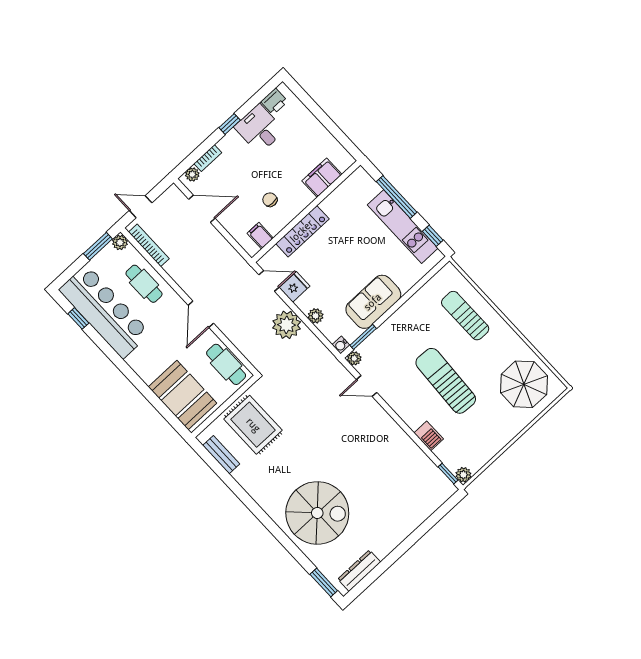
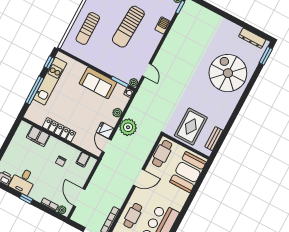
locker: (302, 231) -> (59, 130), moved

